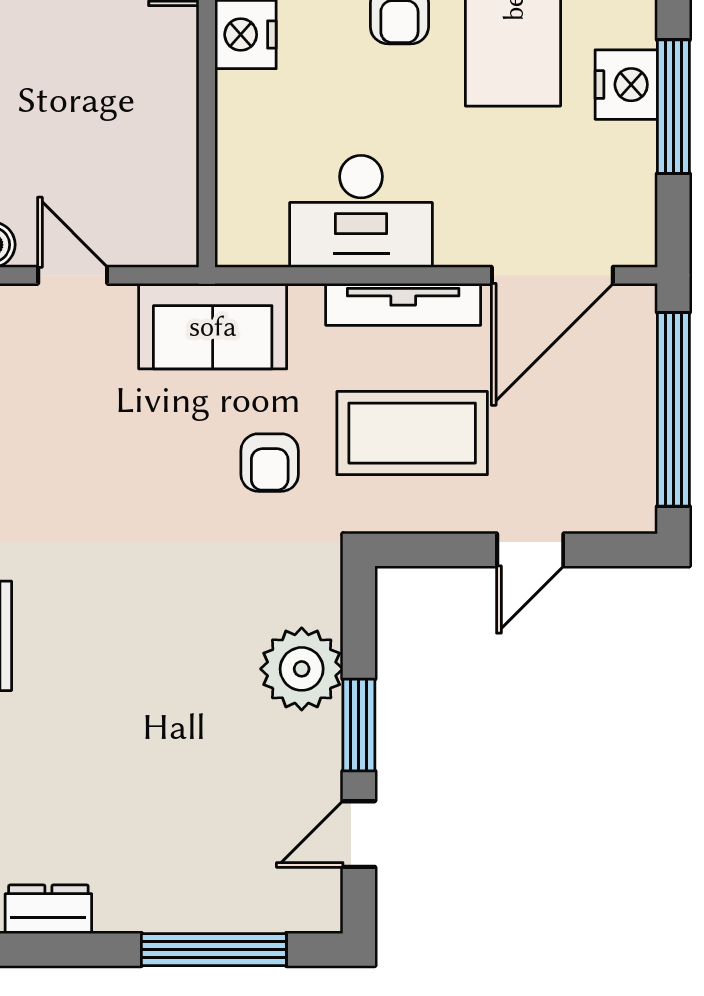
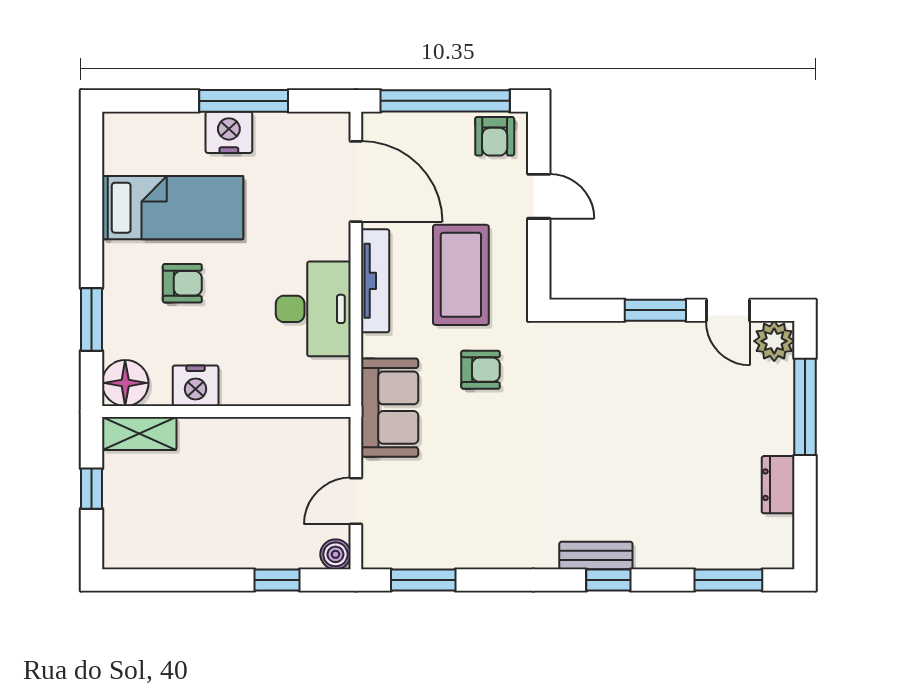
armchair: (620, 484) -> (495, 136), added
plant: (302, 669) -> (774, 341), moved, width x0.73, depth x0.73
dresser: (48, 909) -> (778, 485), moved

